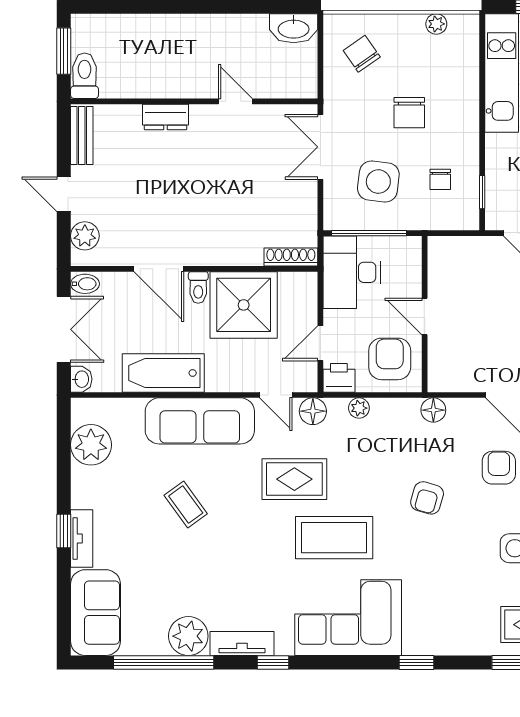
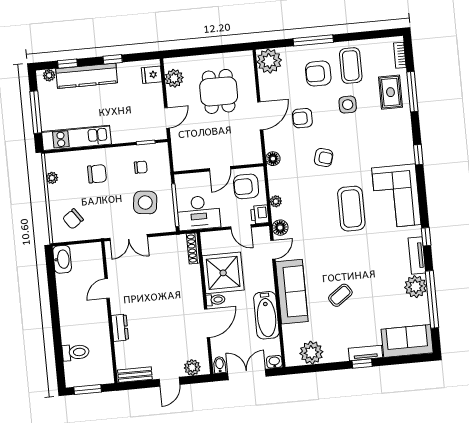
toilet: (85, 76) -> (76, 352), moved, turned 180
chair: (409, 113) -> (97, 174), moved
rug: (294, 479) -> (320, 234), removed

